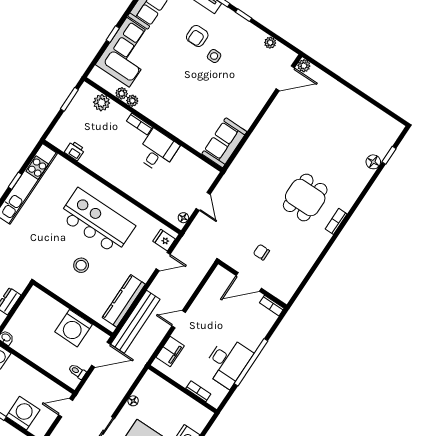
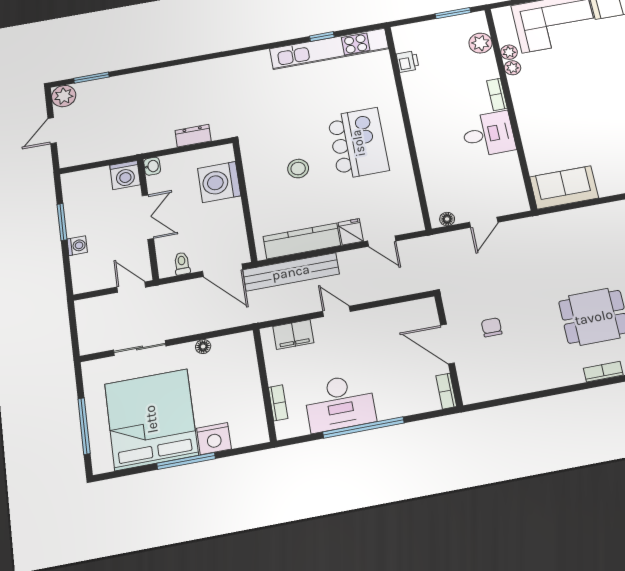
kitchen island: (97, 221) -> (358, 143), width x0.73
fridge: (164, 240) -> (351, 232), moved
washing machine: (73, 328) -> (219, 182), moved
double door: (34, 365) -> (148, 217), added
washing machine: (23, 413) -> (77, 246), width x0.53, depth x0.53

